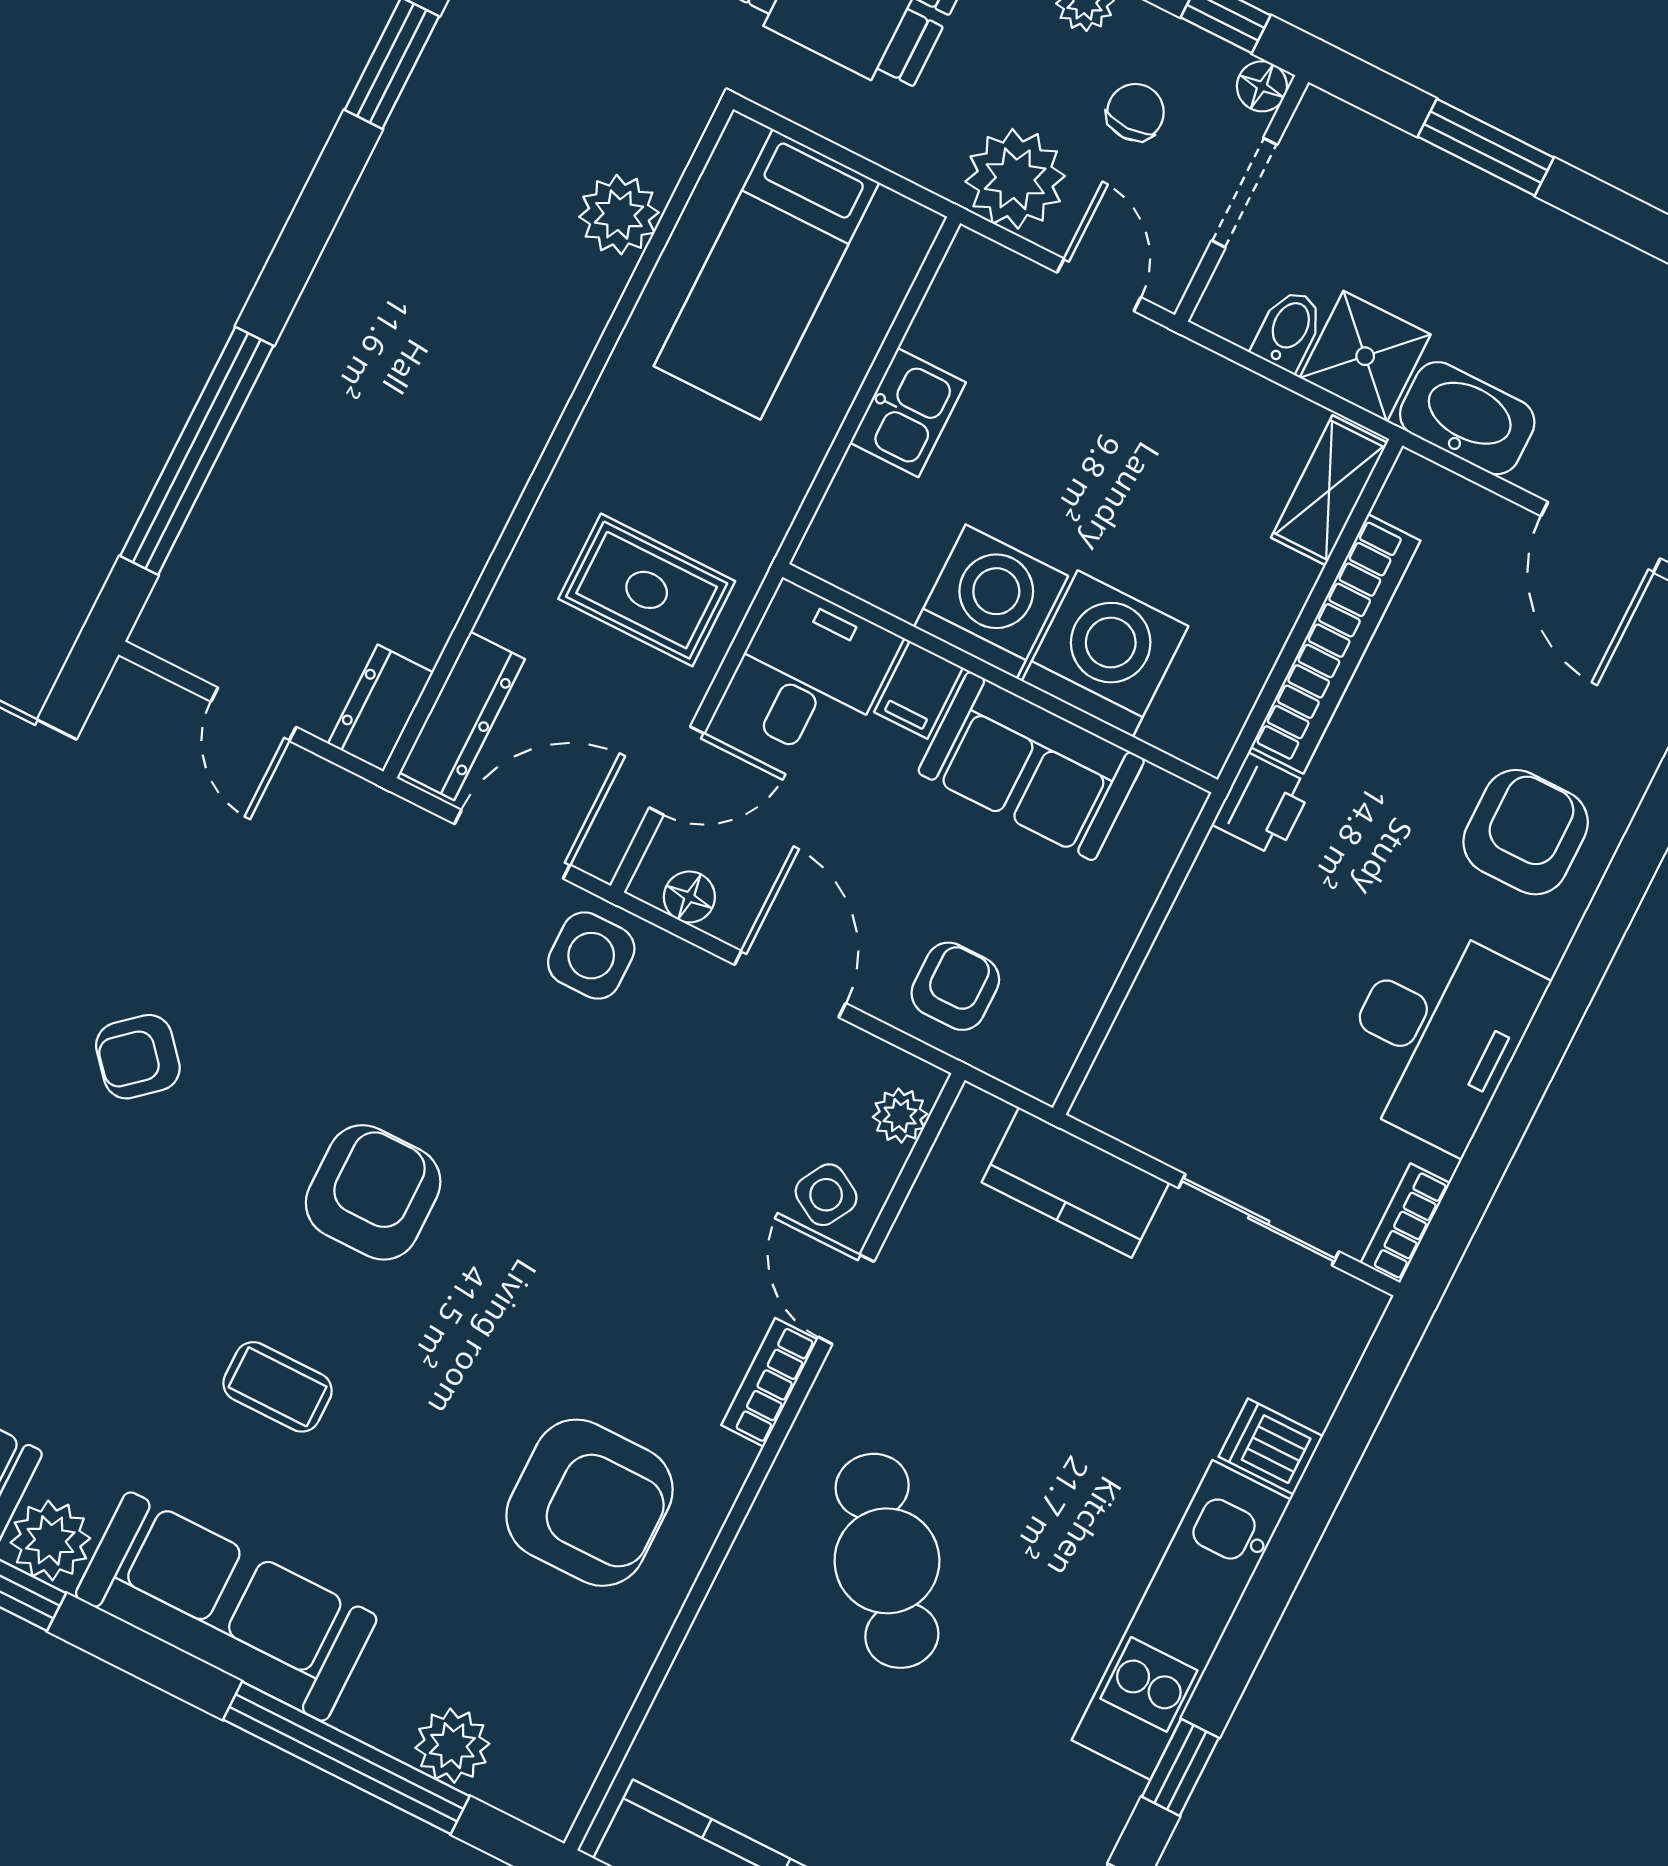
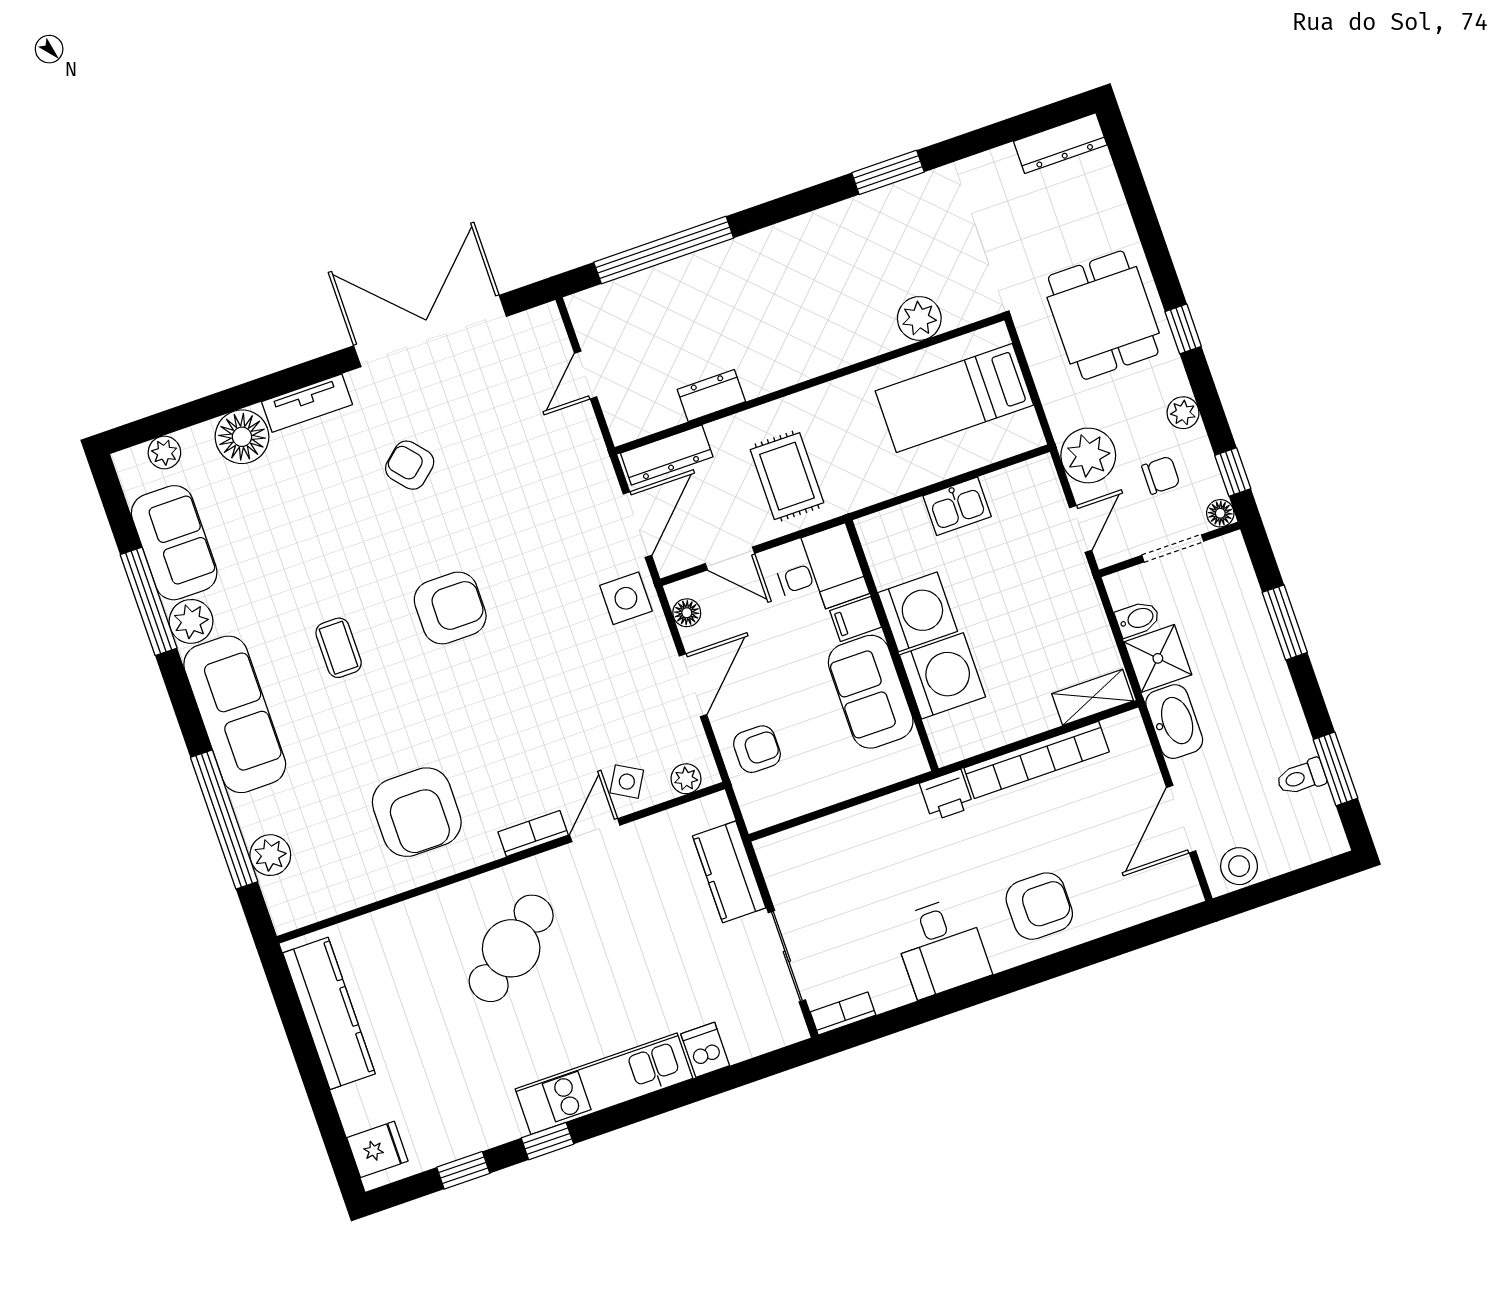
dresser: (381, 708) -> (711, 395), moved
door: (512, 844) -> (637, 525), hinge flipped
desk: (1437, 1035) -> (941, 947), width x0.73

